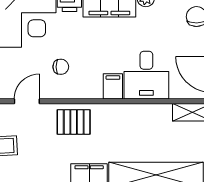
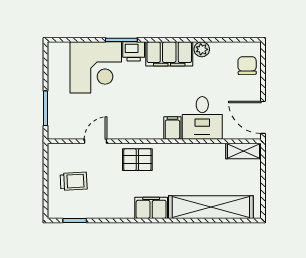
chair: (61, 67) -> (126, 110), removed

